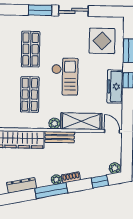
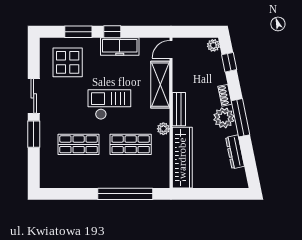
plant: (54, 123) -> (163, 129), moved
plant: (56, 180) -> (224, 118), width x1.88, depth x1.88

